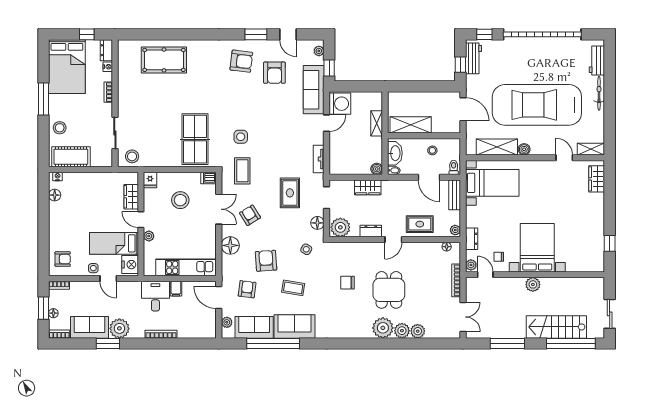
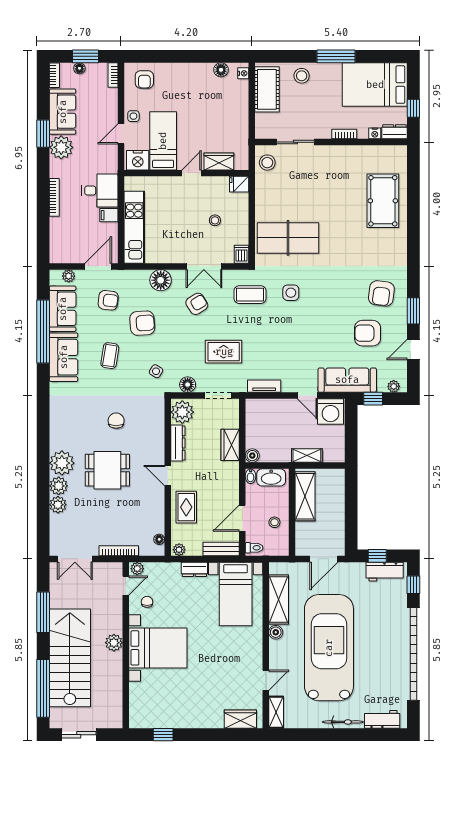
stool: (180, 200) -> (215, 220), width x0.53, depth x0.53
dresser: (371, 231) -> (178, 443), width x1.44
plant: (149, 236) -> (172, 183), removed
dresser: (472, 239) -> (194, 569), moved
stairs: (556, 327) -> (70, 658), width x1.36, depth x1.51

